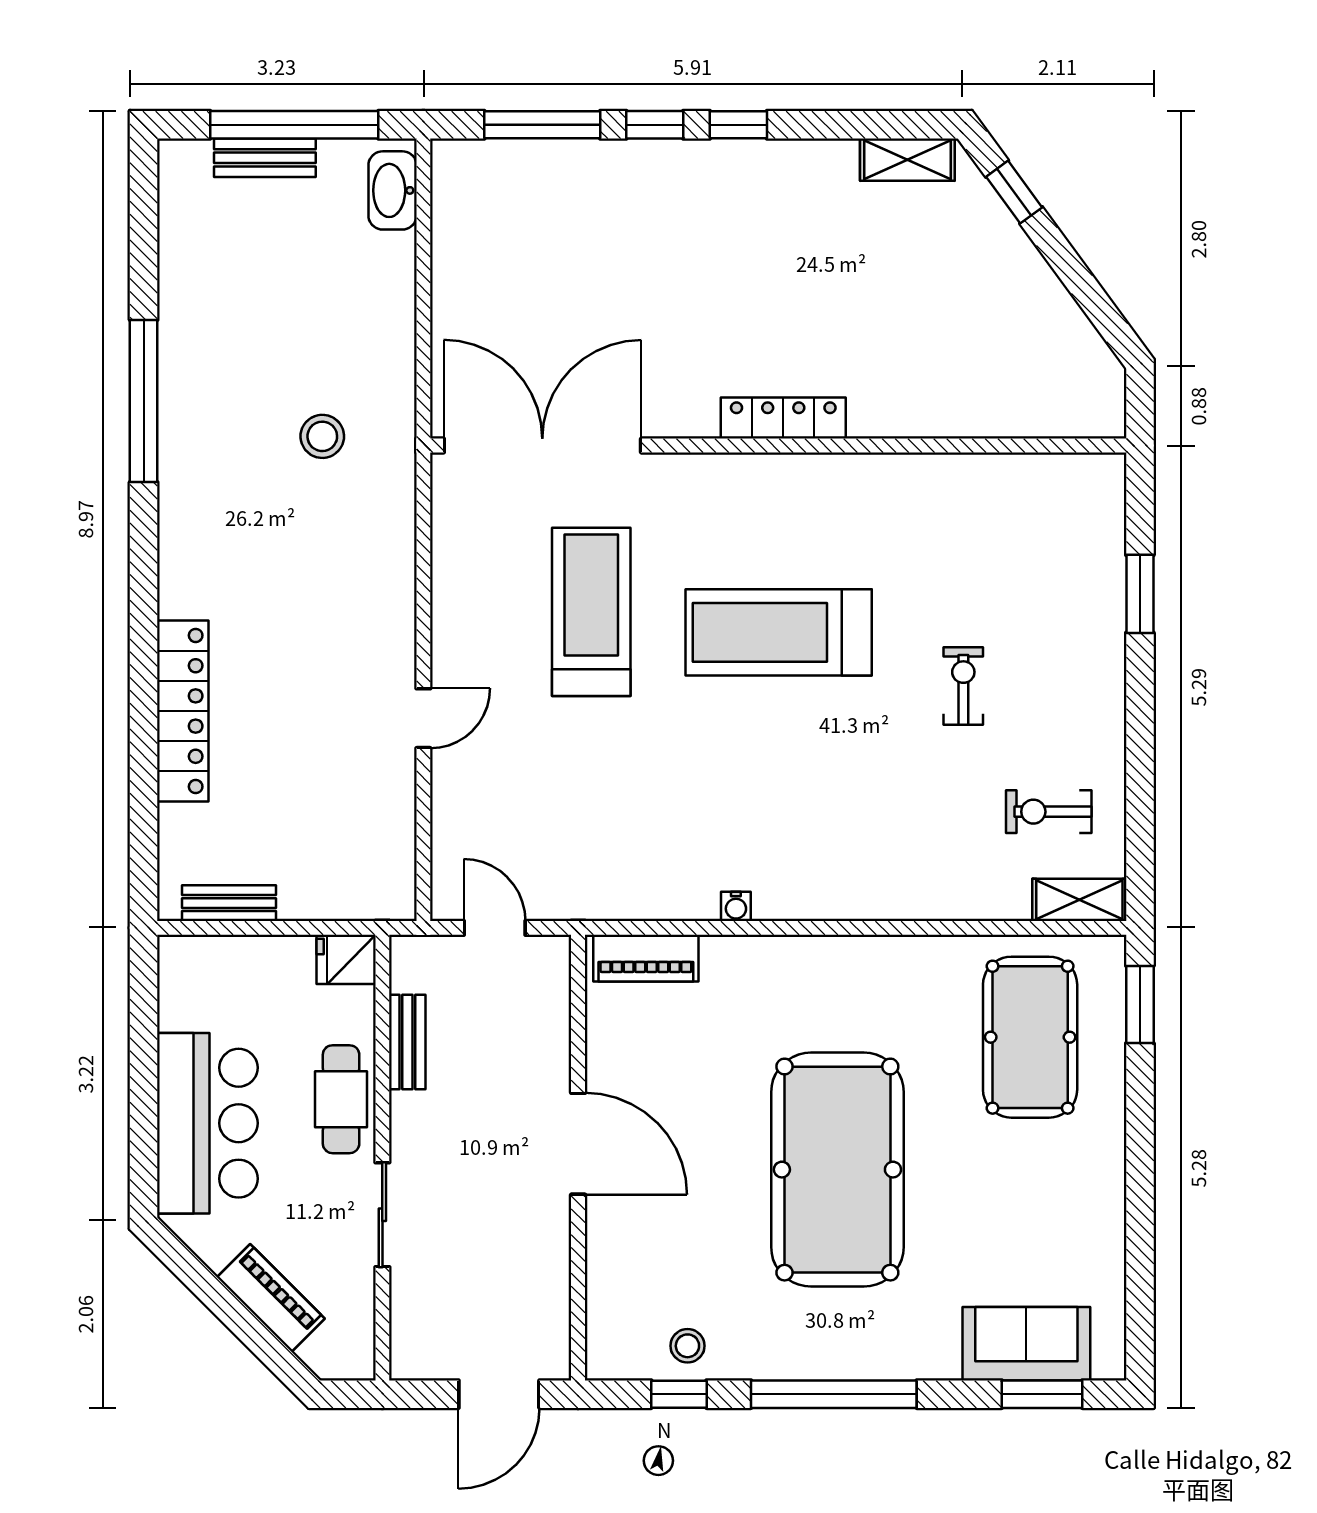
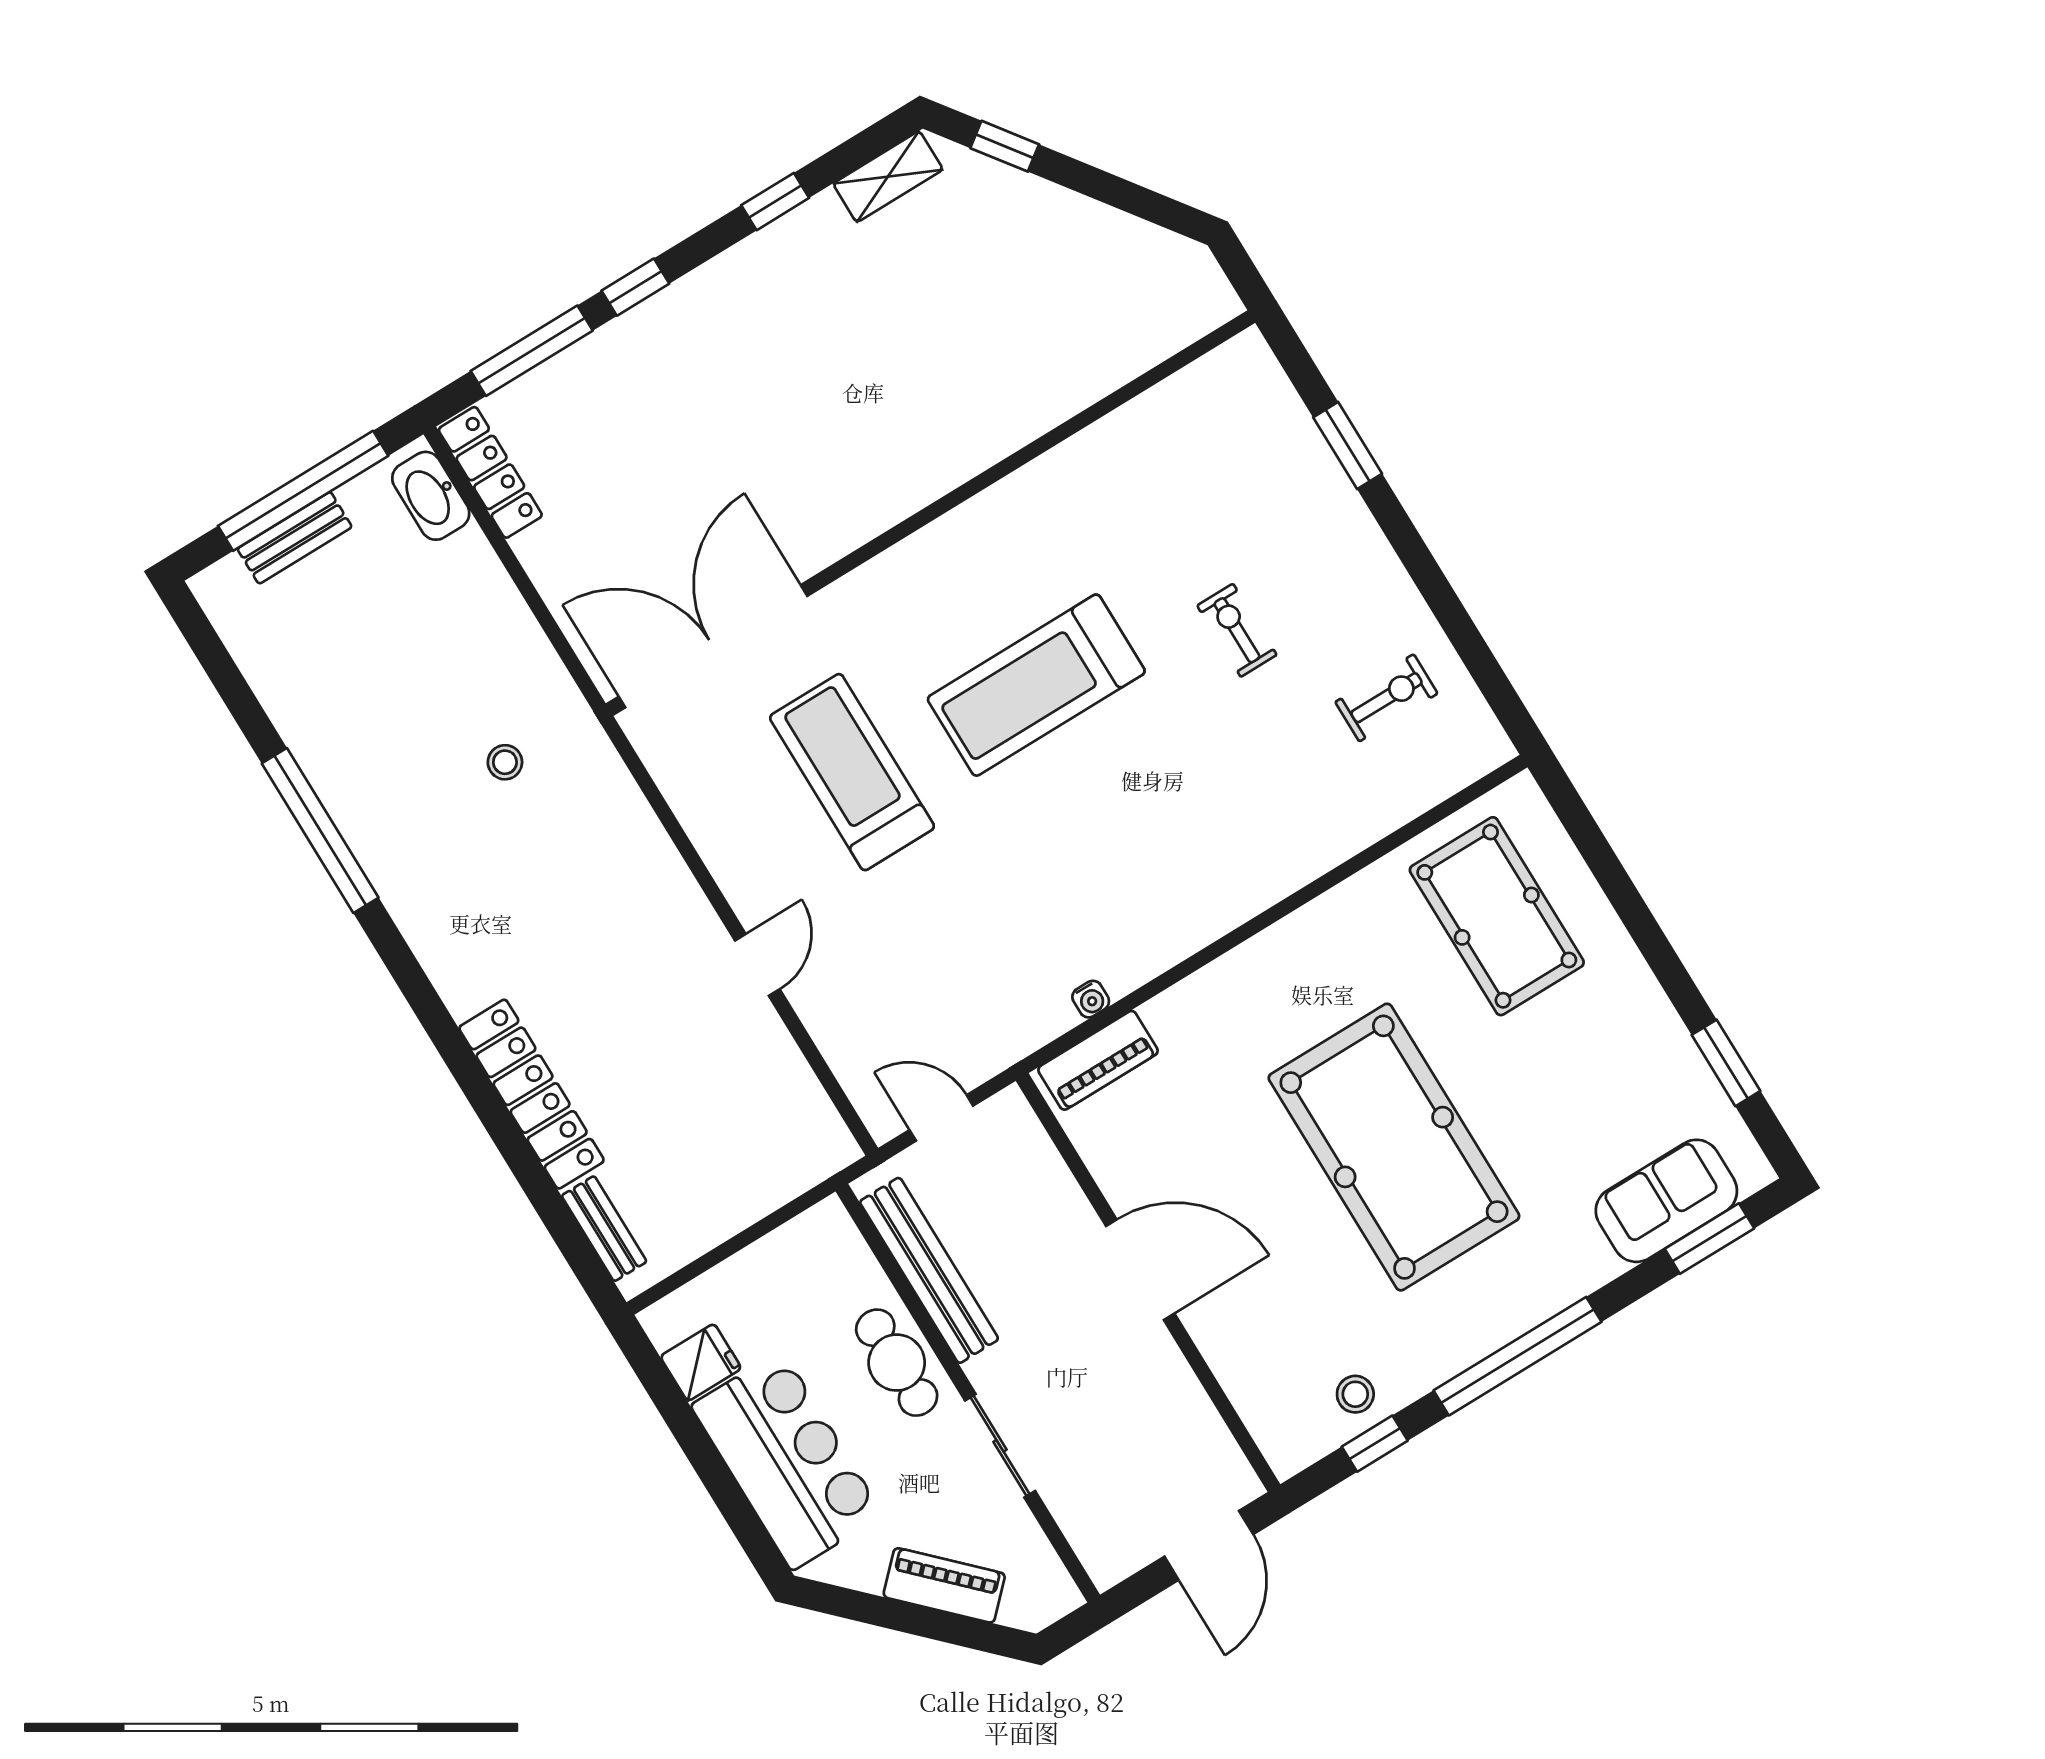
window: (738, 125) -> (775, 202), moved
locker: (783, 418) -> (490, 472), moved, turned 90
stool: (322, 436) -> (505, 762), width x0.73, depth x0.73
exercise bike: (1049, 812) -> (1386, 698), turned 180
shelving: (1079, 900) -> (1465, 762), removed
bench: (229, 903) -> (604, 1229), moved, turned 90
water cooler: (736, 906) -> (1091, 999), moved
fridge: (346, 959) -> (701, 1362), moved, turned 180
window: (1140, 1005) -> (1726, 1063), moved
bench: (407, 1042) -> (929, 1270), width x1.86, depth x1.21

